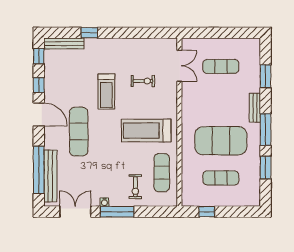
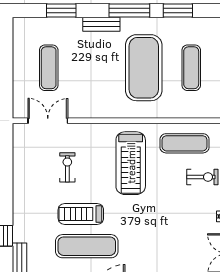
treadmill: (106, 92) -> (81, 214), turned 180
exercise mat: (79, 132) -> (87, 246), moved

